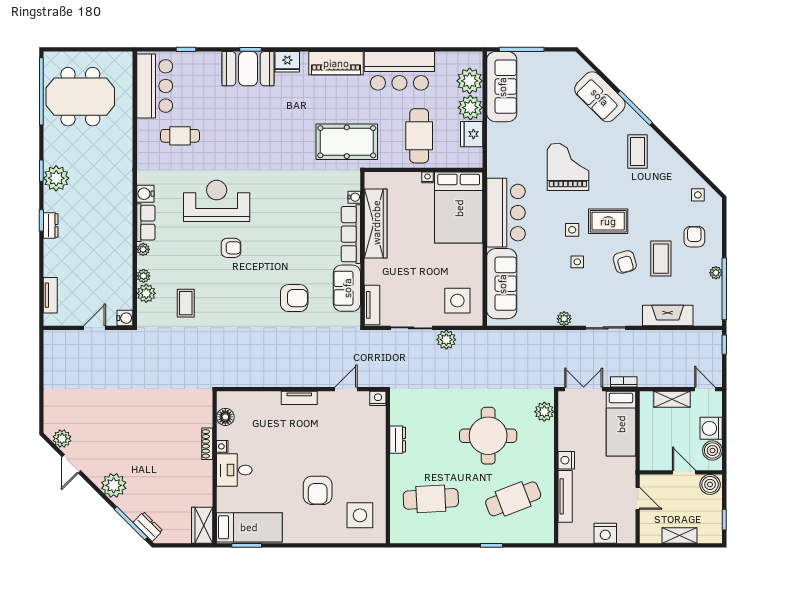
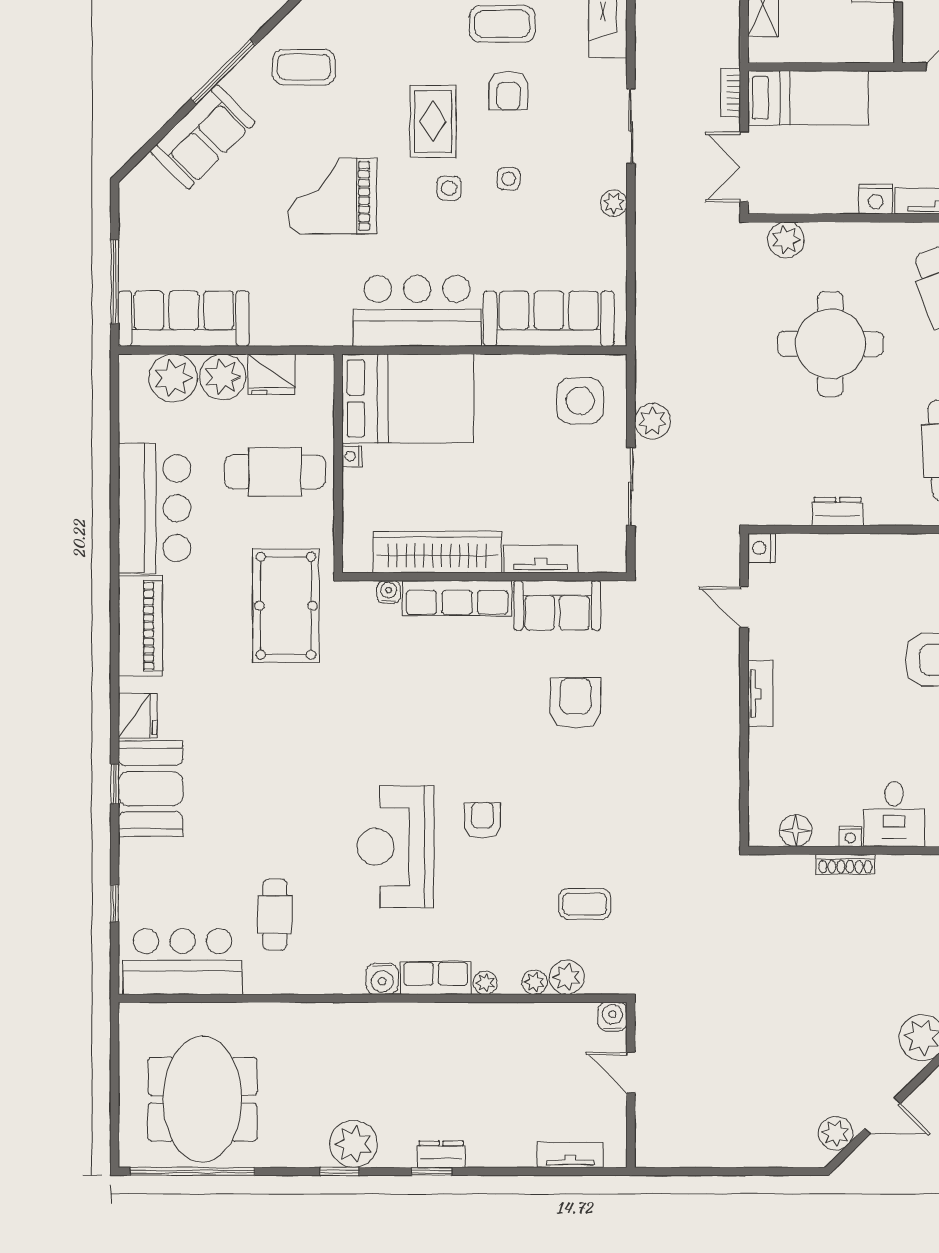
armchair: (625, 262) -> (509, 91), turned 106
tv unit: (372, 305) -> (541, 559), moved

